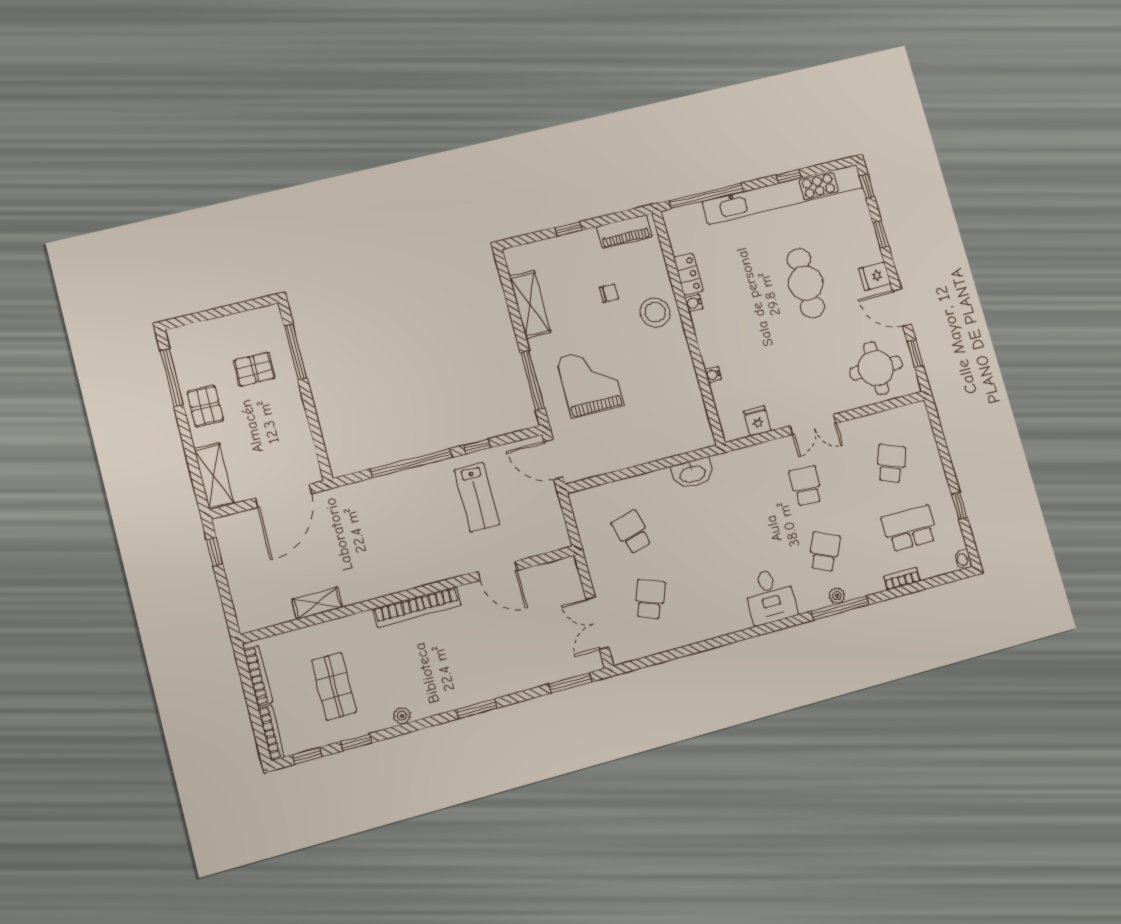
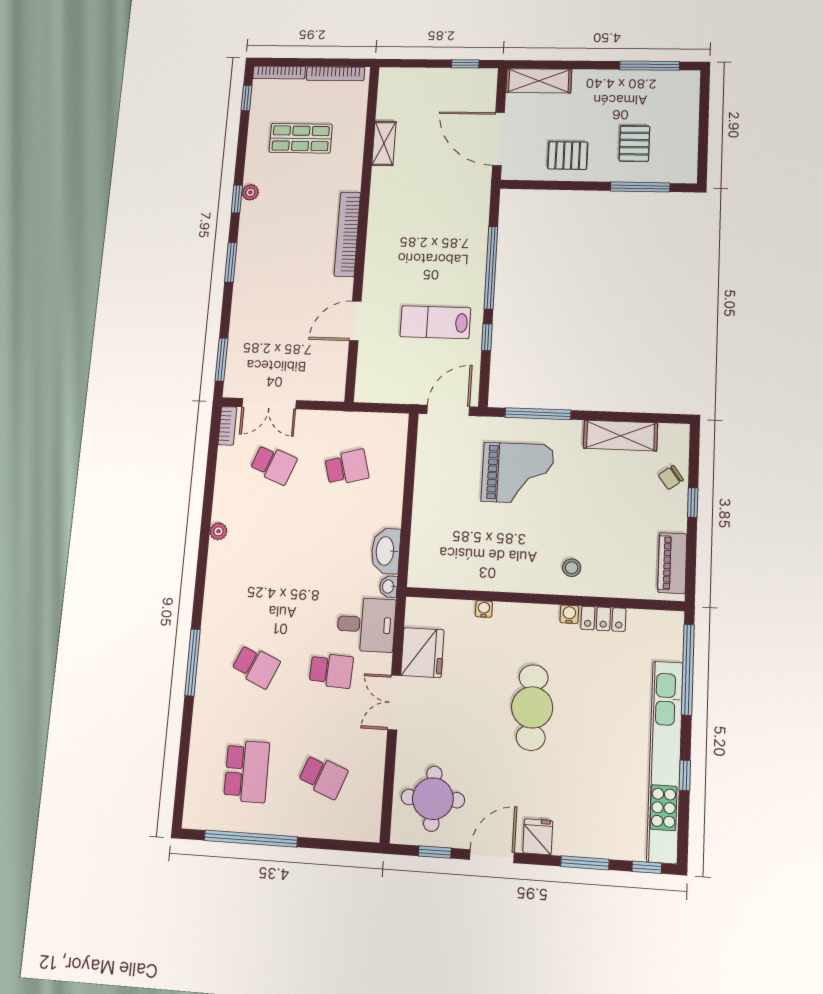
window: (881, 234) -> (585, 863), width x1.50
cafe table: (806, 283) -> (532, 707), moved, turned 90
chair: (609, 293) -> (671, 477), moved, turned 54
stool: (655, 312) -> (572, 568), width x0.53, depth x0.53
pallet: (205, 406) -> (568, 156), moved
fridge: (757, 421) -> (422, 653), width x1.88, depth x1.34
window: (959, 506) -> (251, 839), width x3.17
washbasin: (963, 559) -> (389, 587), moved, turned -90
bookcase: (902, 579) -> (227, 426), moved
desk: (770, 596) -> (366, 625), moved, turned 180
plant: (837, 596) -> (218, 531), moved
double door: (597, 623) -> (269, 404), swing flipped
window: (356, 742) -> (237, 199), moved

